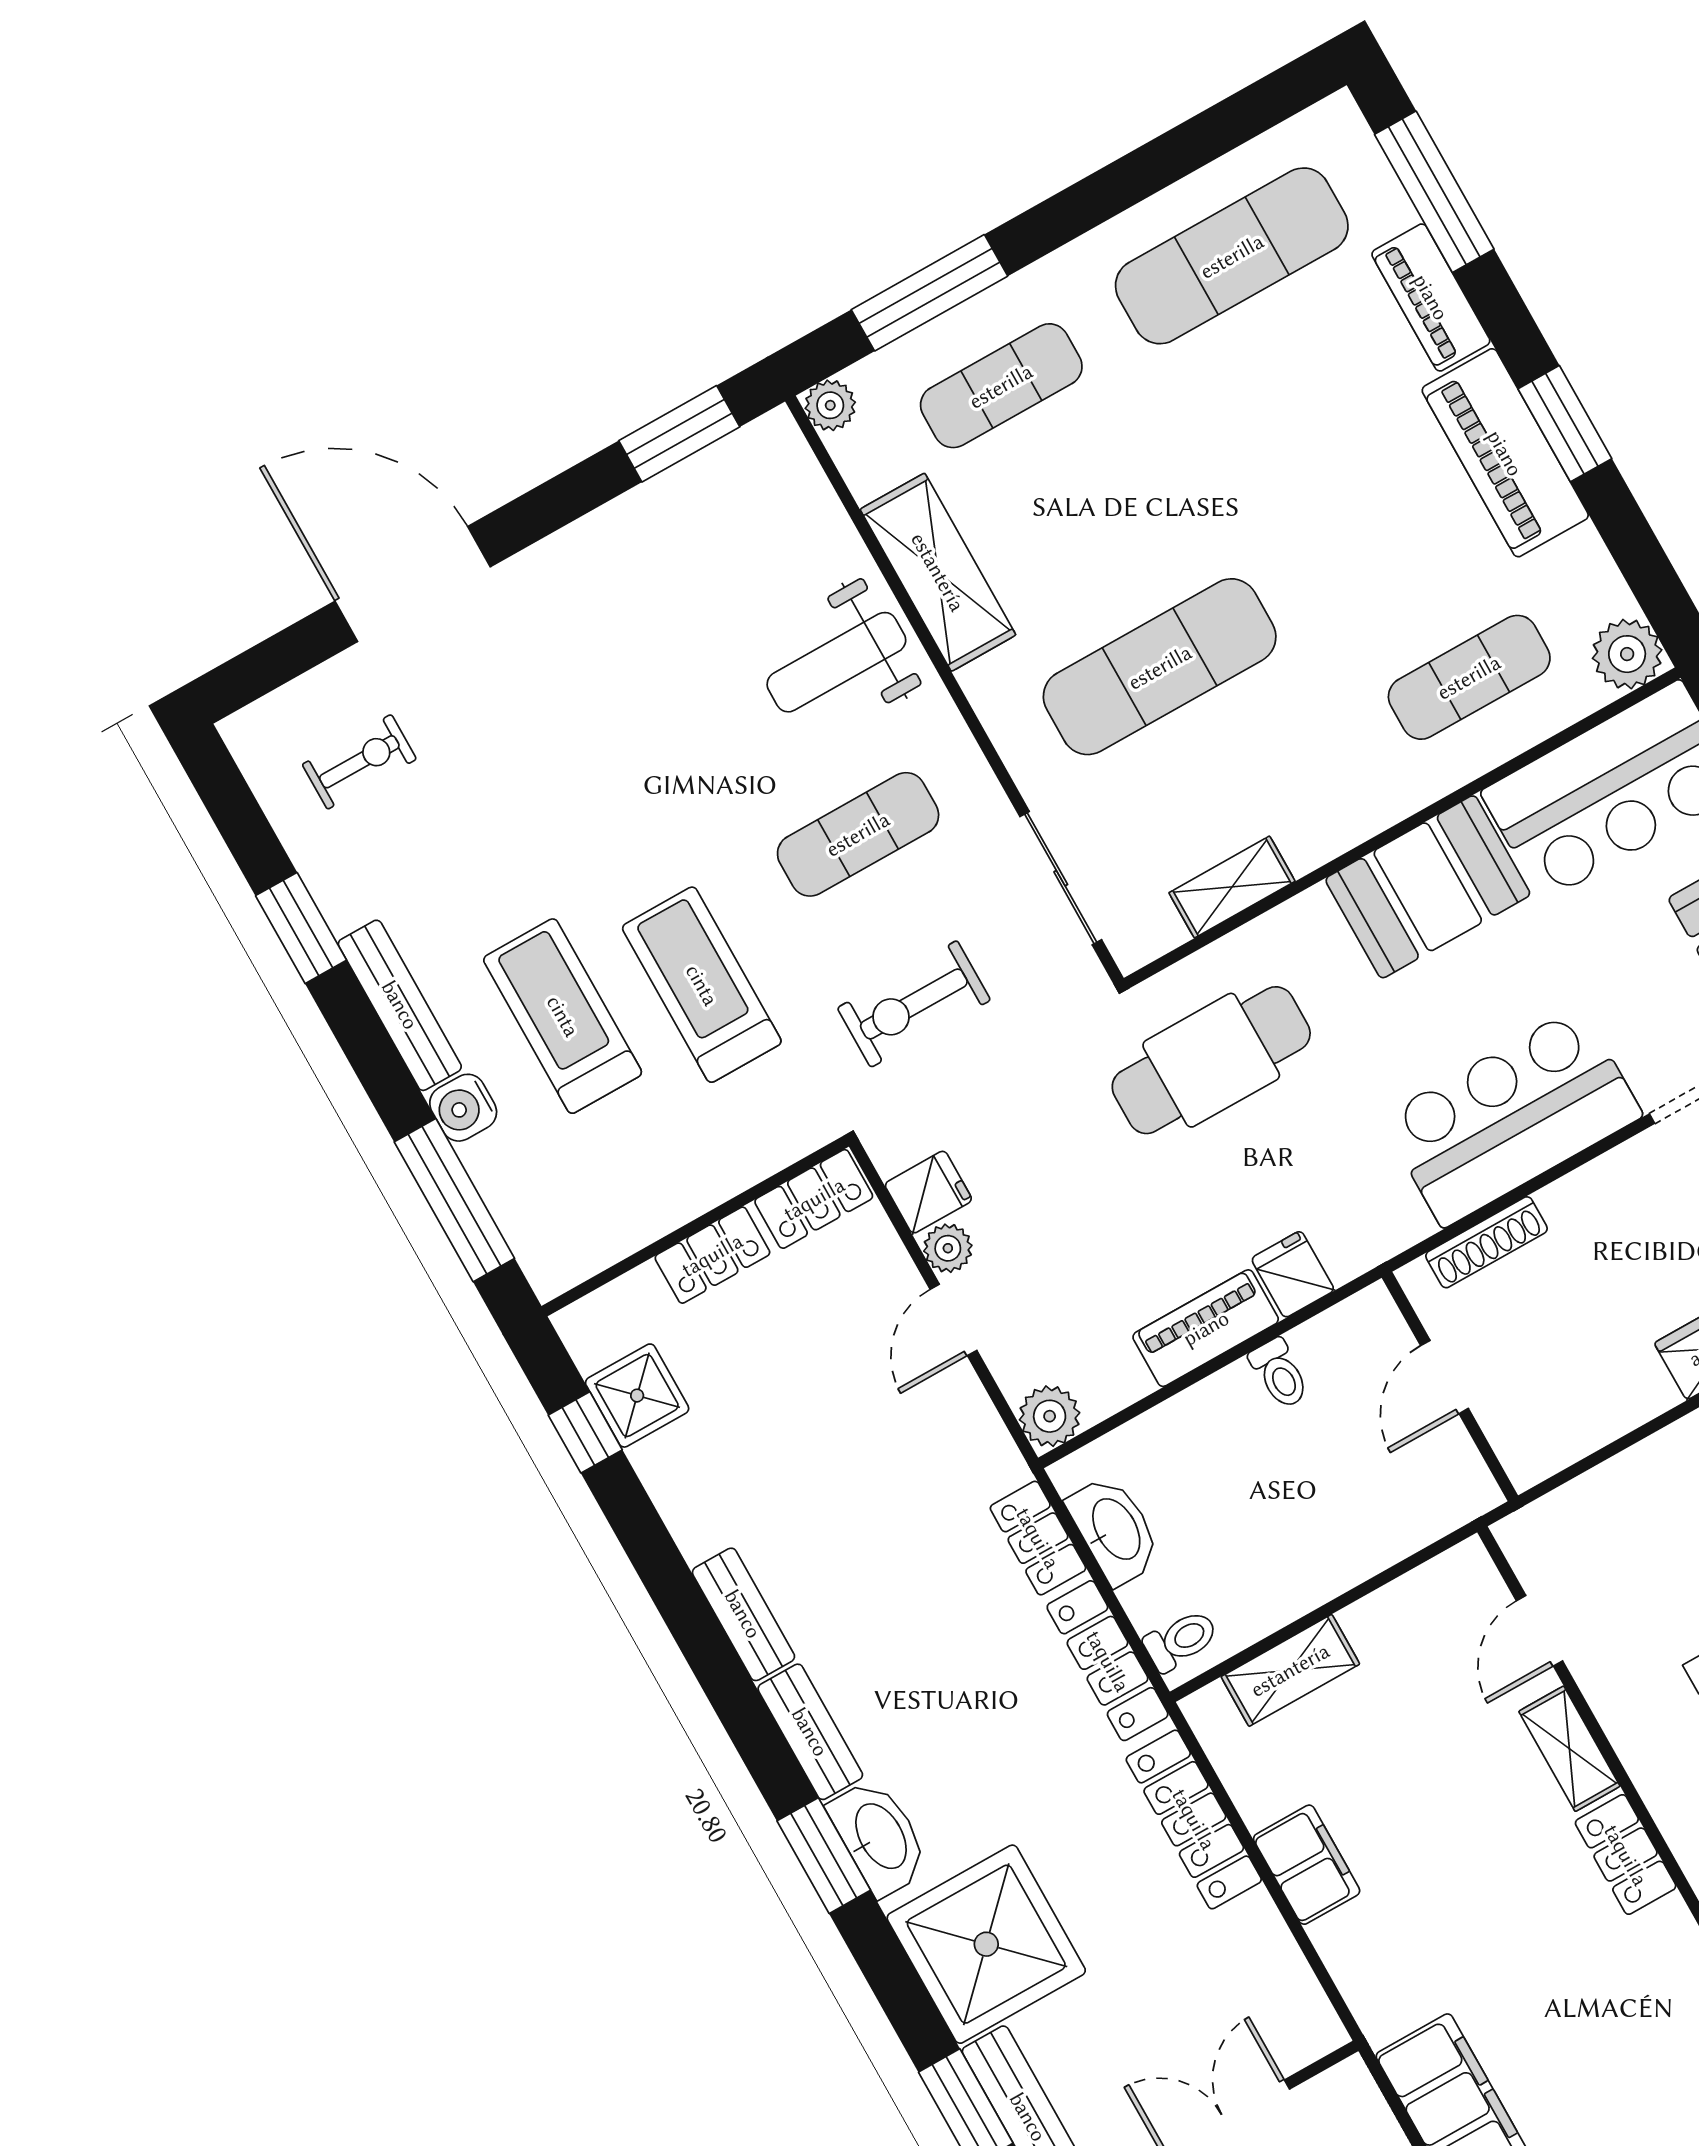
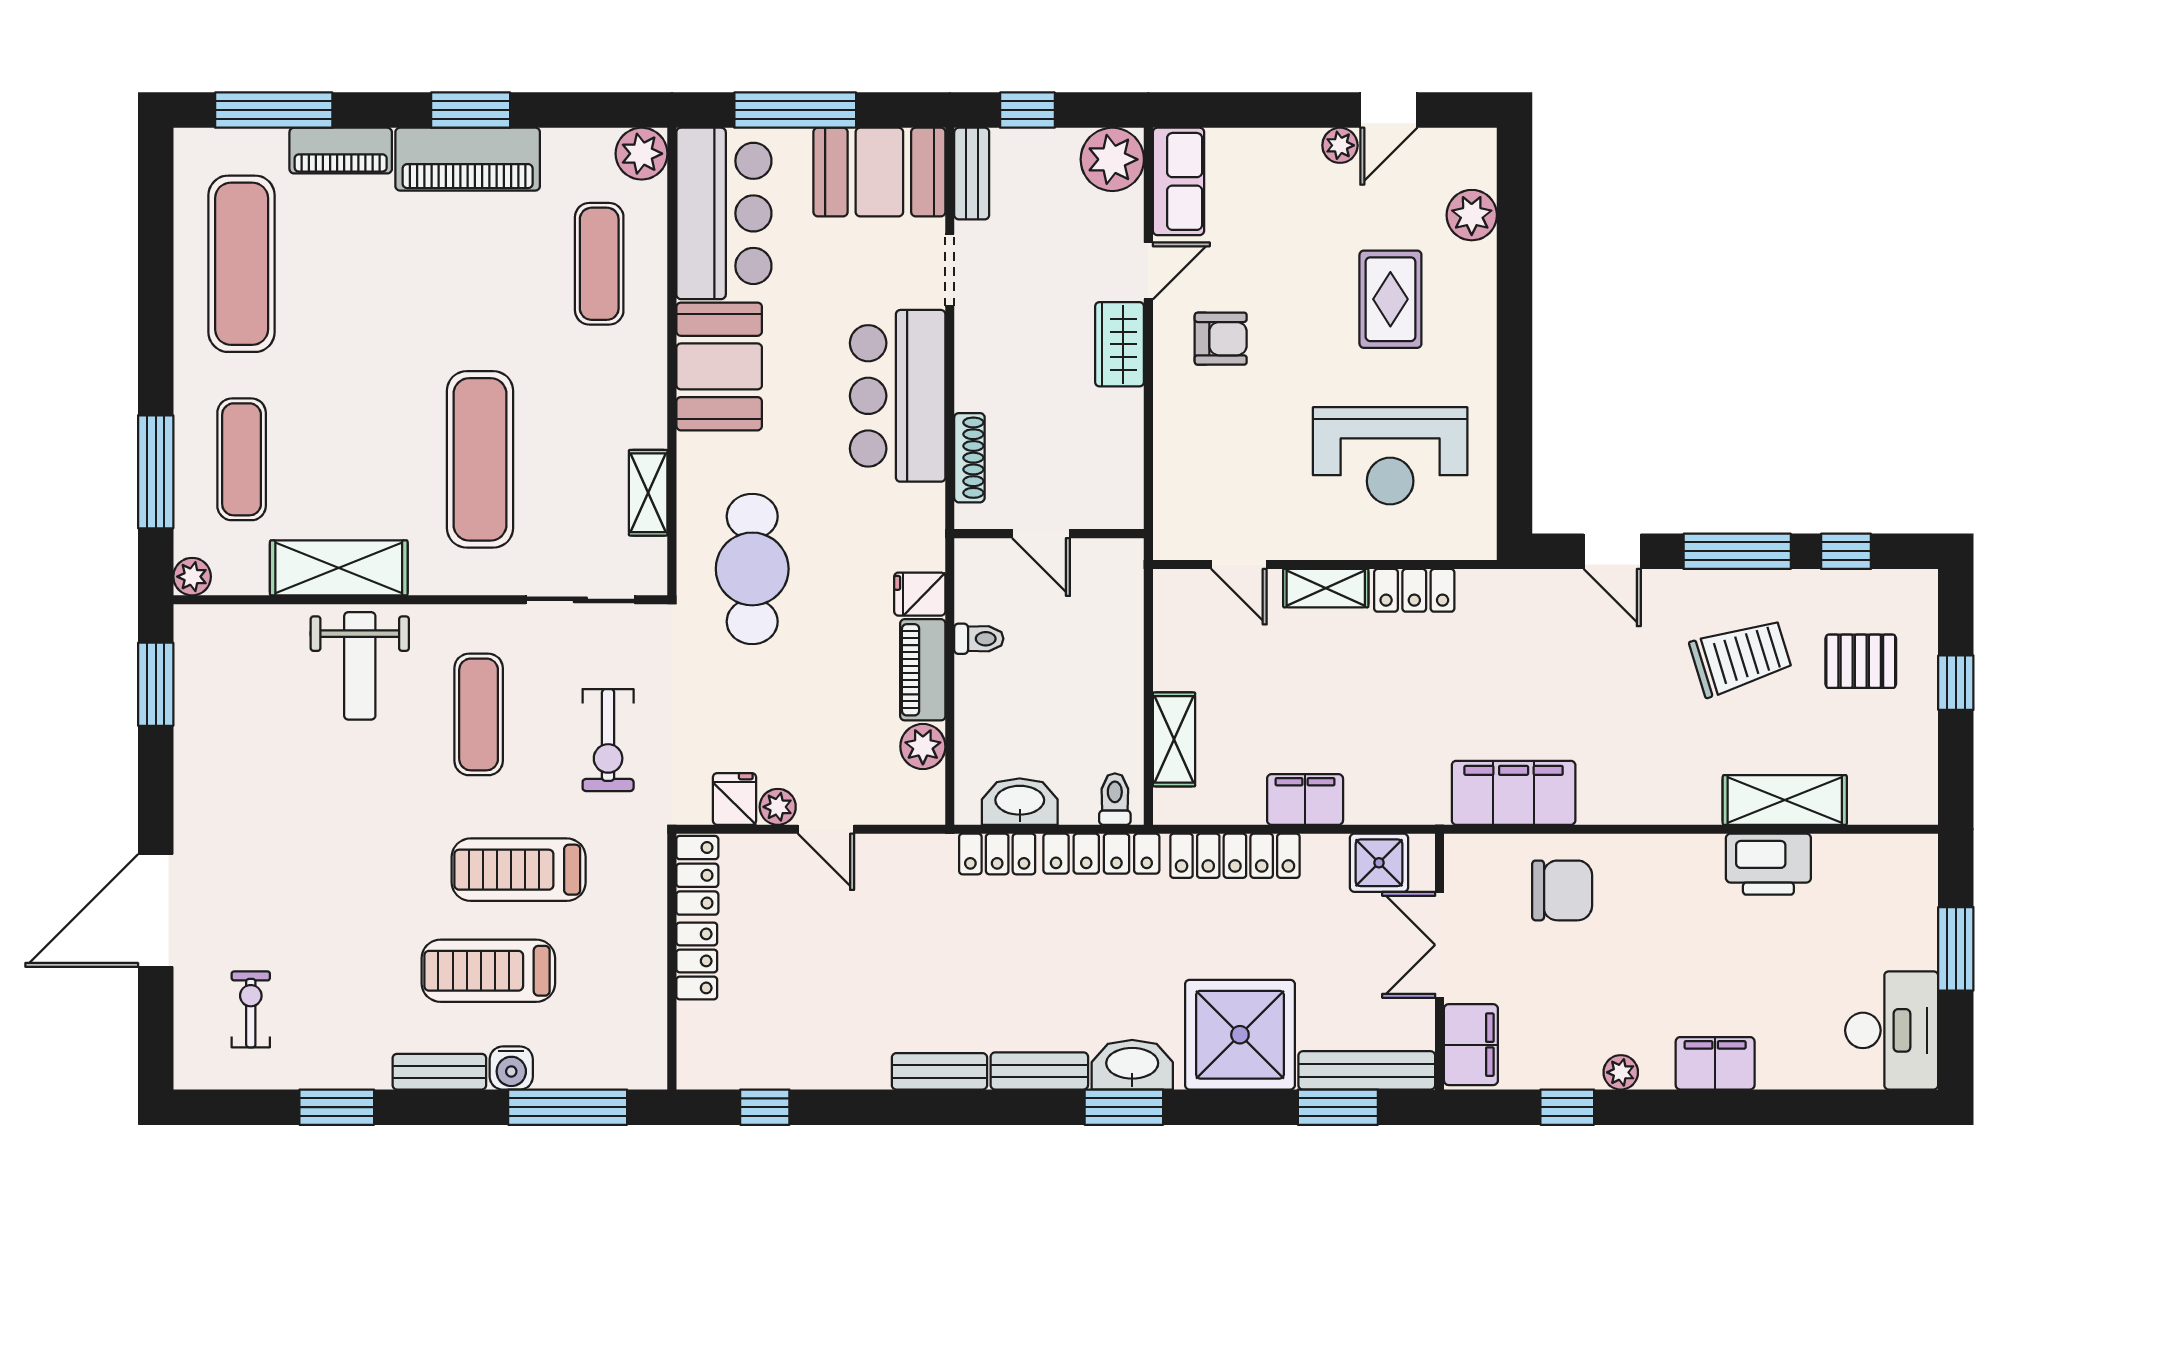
bench: (400, 1005) -> (439, 1072), width x0.73
shower: (637, 1396) -> (1379, 863), moved
plant: (1050, 1416) -> (923, 747), moved

